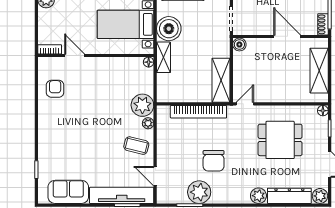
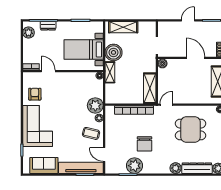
corner sofa: (59, 135) -> (38, 126), added

